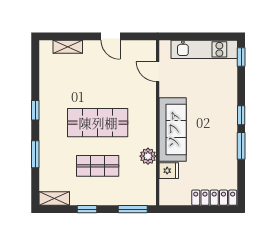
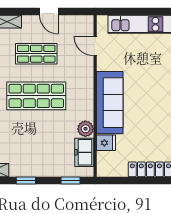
shop shelf: (98, 166) -> (36, 54), moved
freezer: (147, 180) -> (84, 152), added
window: (133, 209) -> (71, 180), width x0.67

